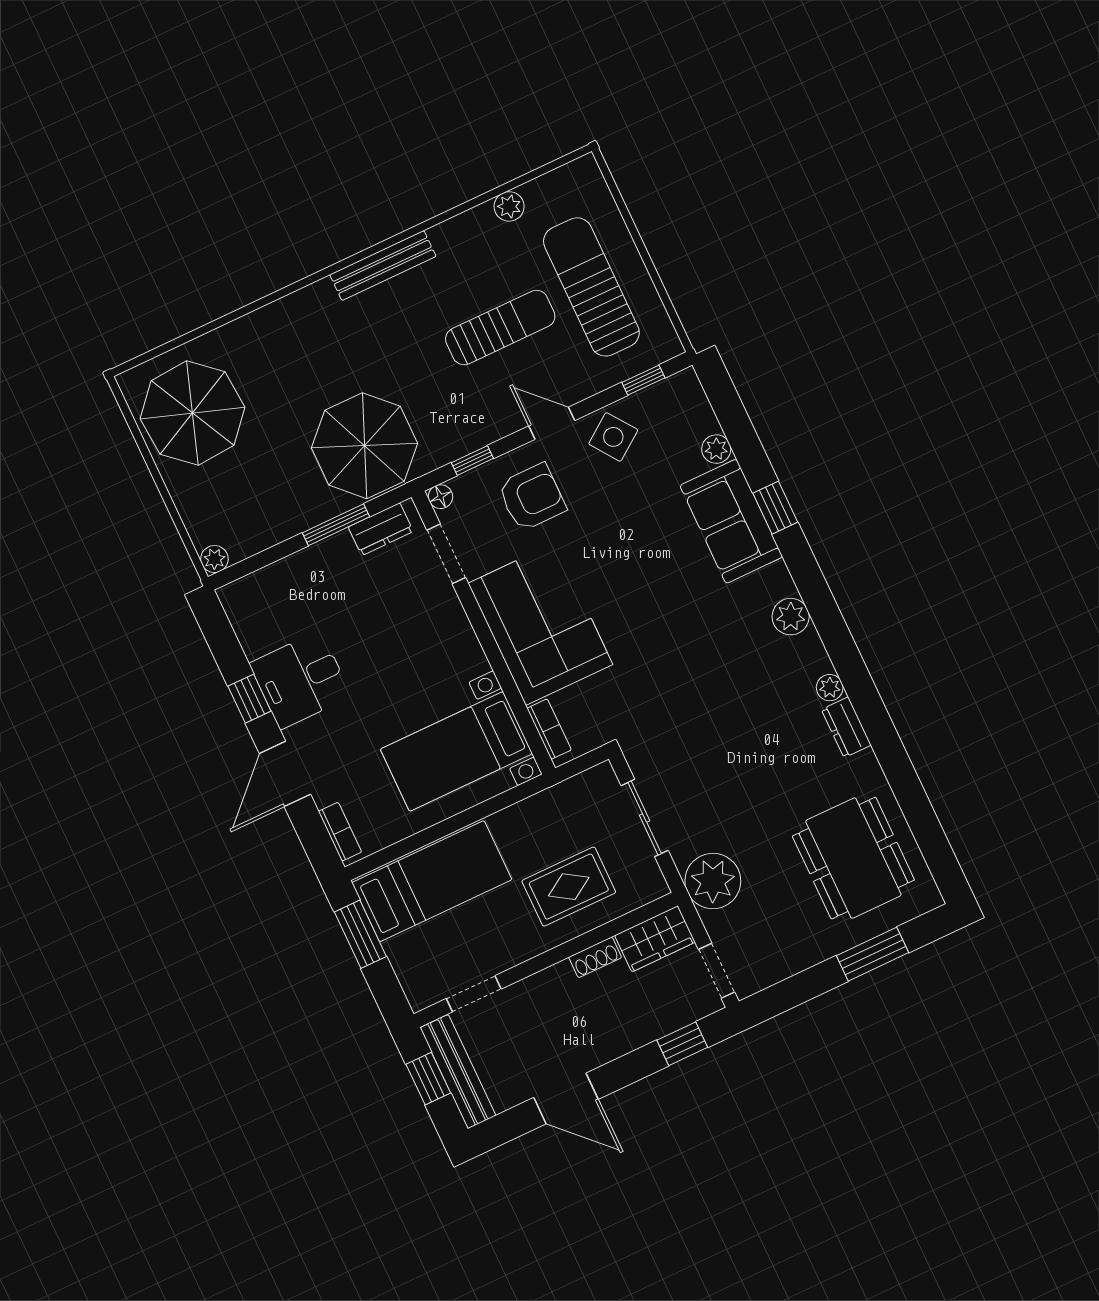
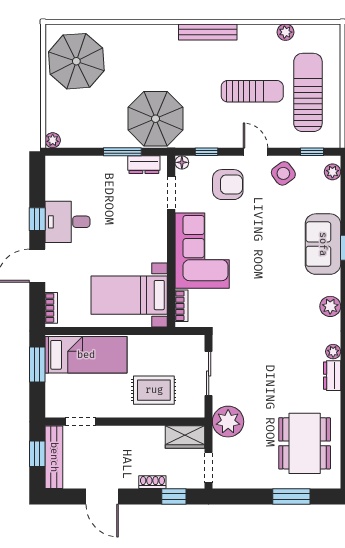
plant: (716, 449) -> (332, 172), moved
shoe rack: (595, 957) -> (152, 482), moved, turned 180

